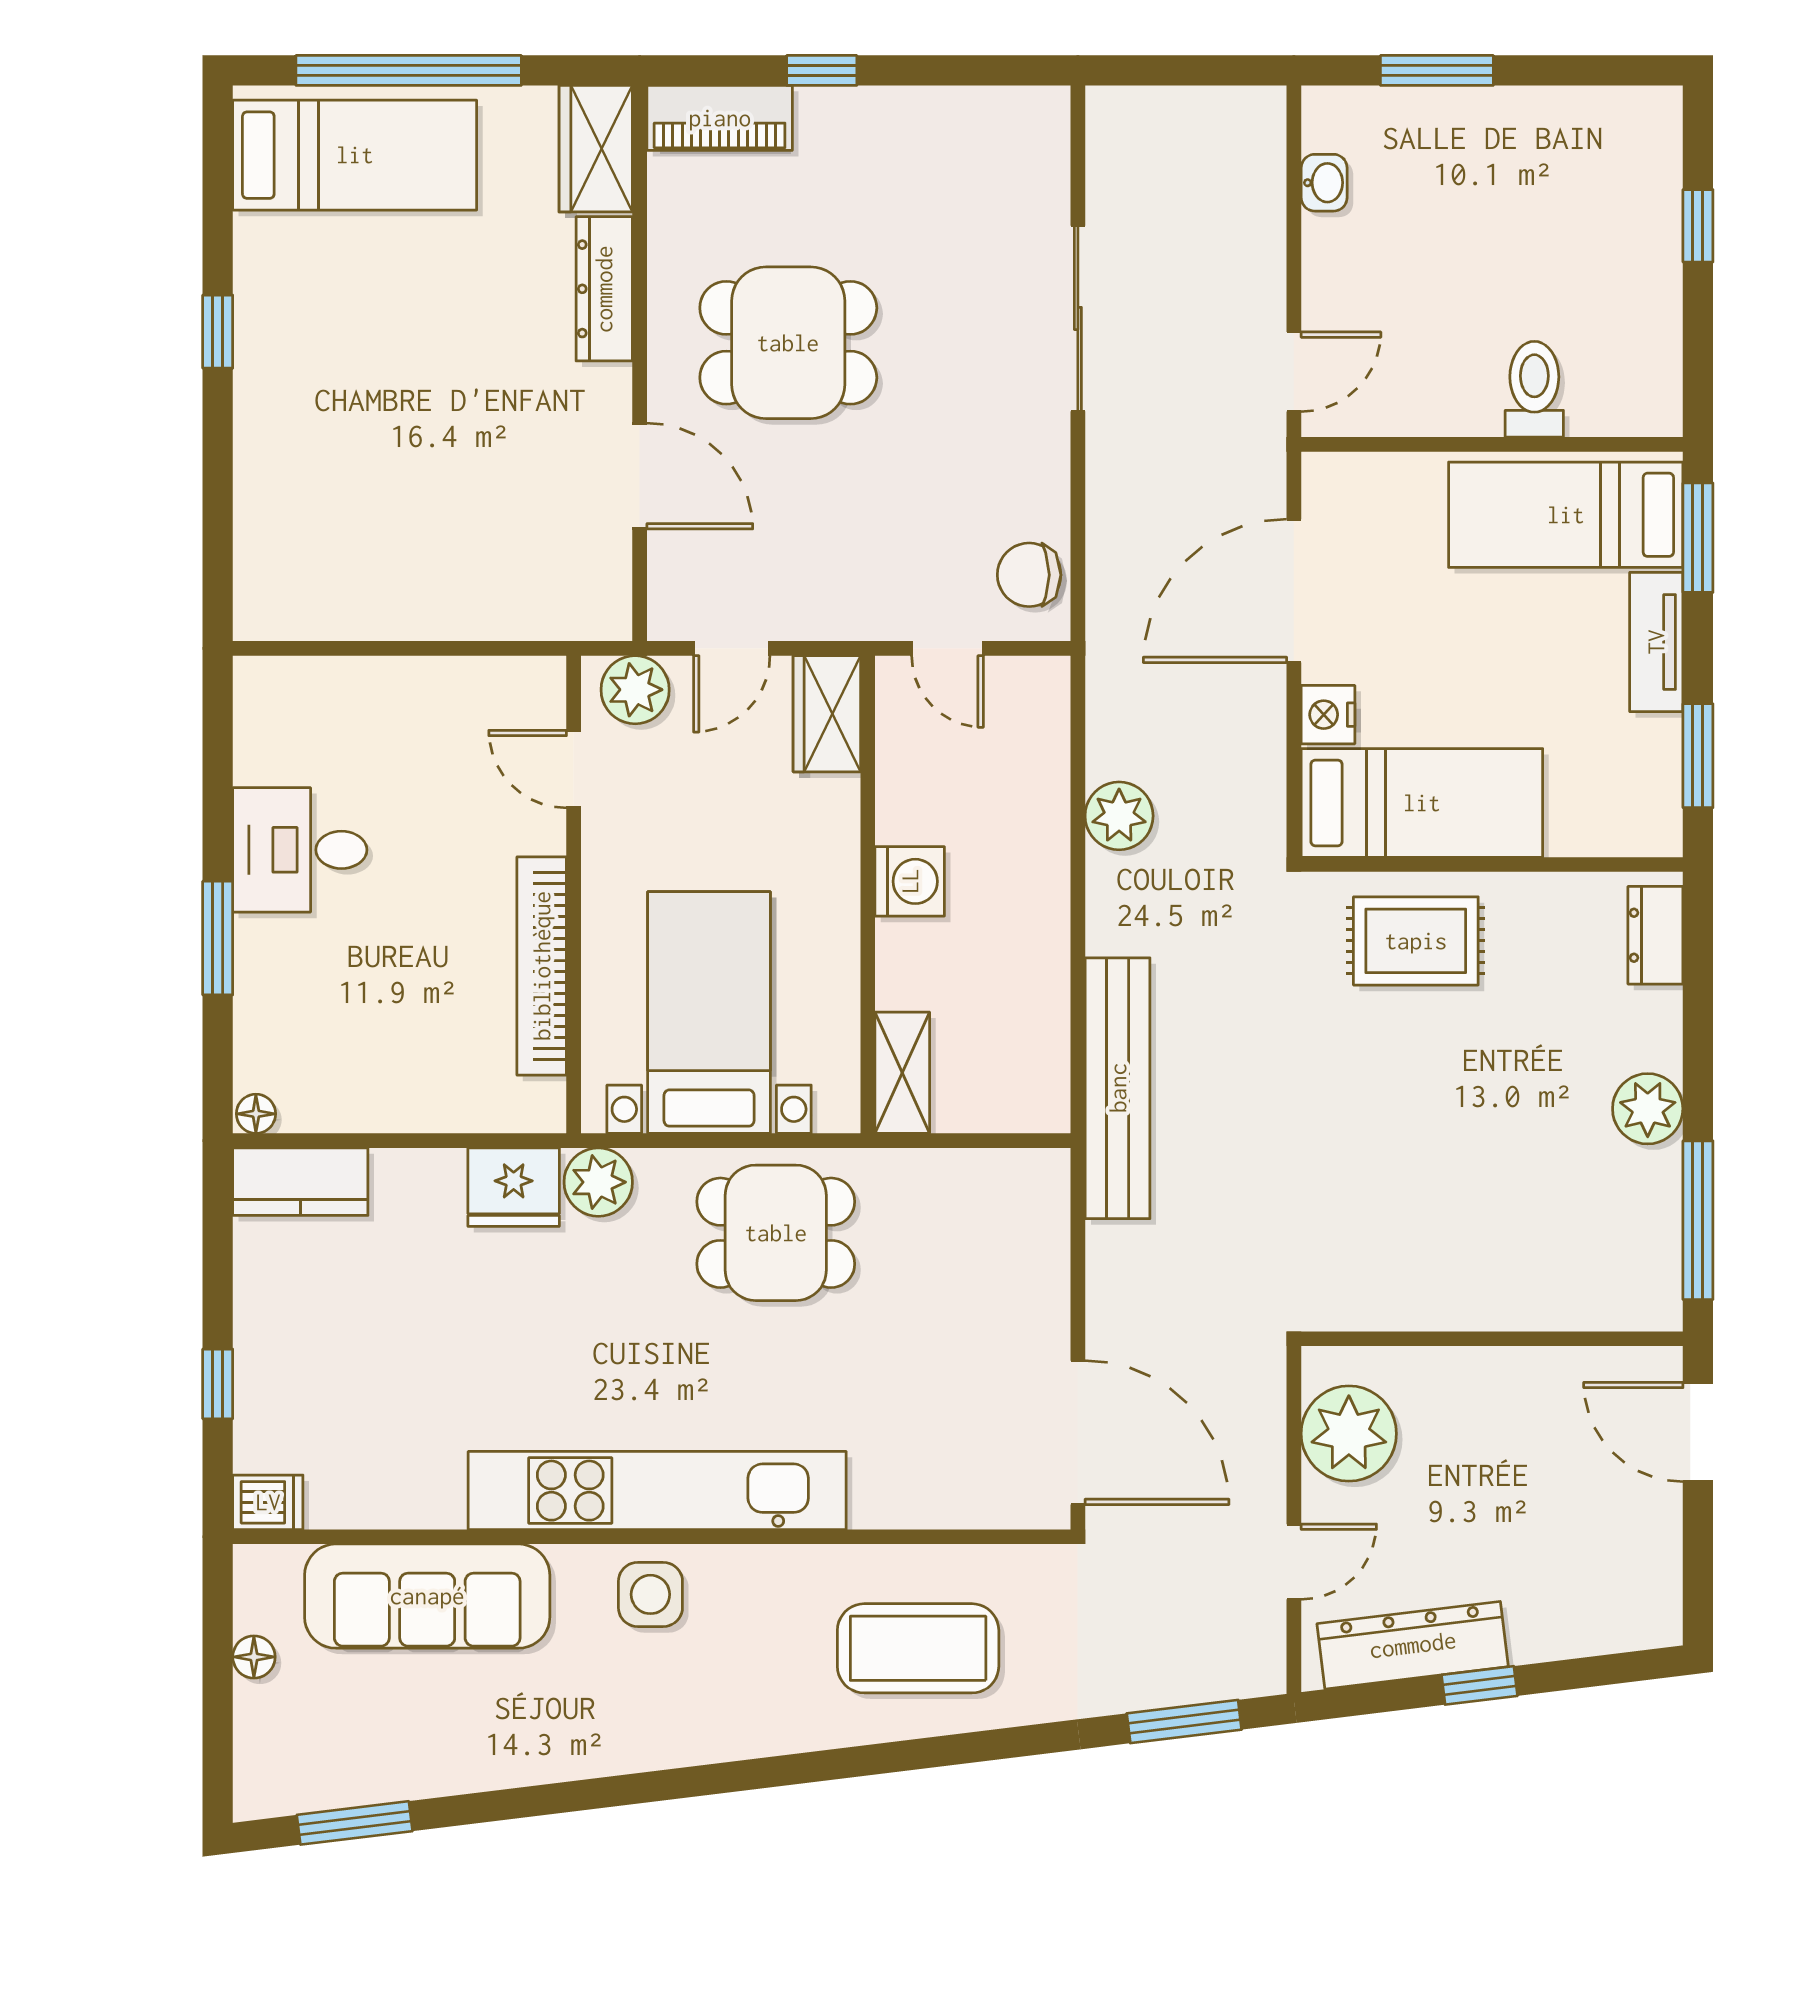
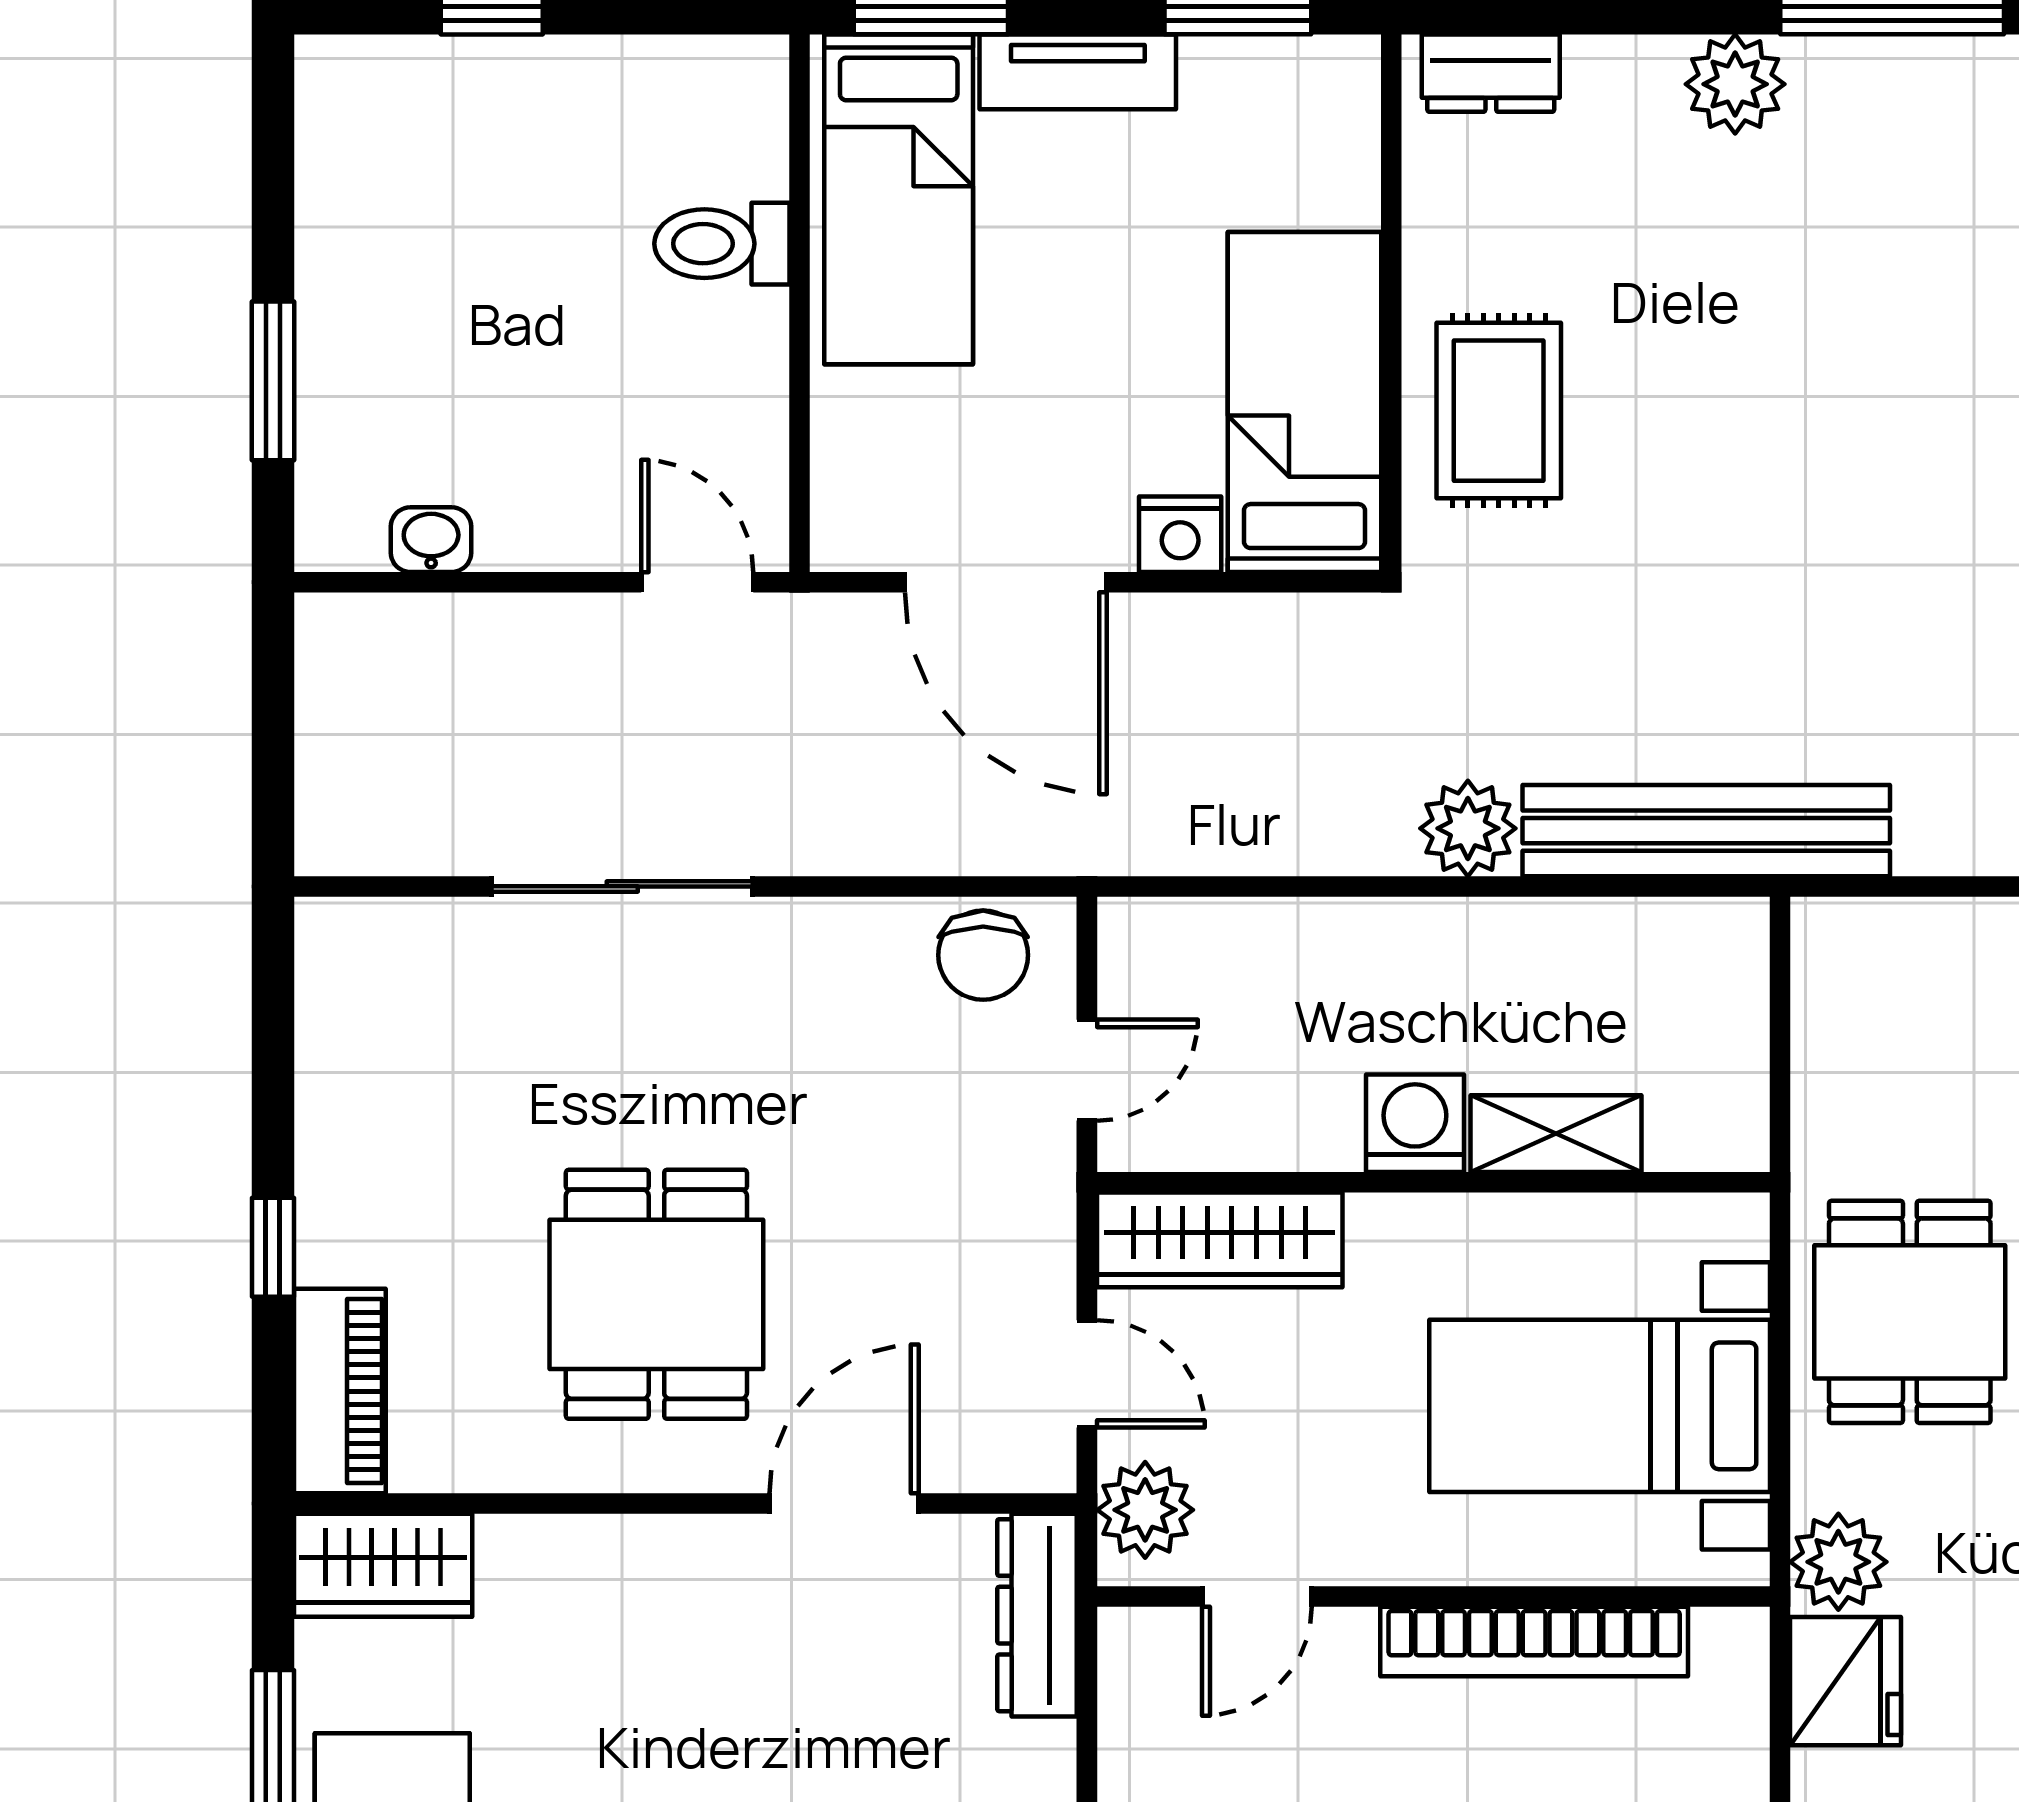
dresser: (604, 289) -> (1037, 1615), moved, turned 90
wardrobe: (827, 714) -> (1220, 1240), width x1.50
plant: (1119, 816) -> (1468, 828), moved
shelving: (902, 1073) -> (1556, 1134), moved

